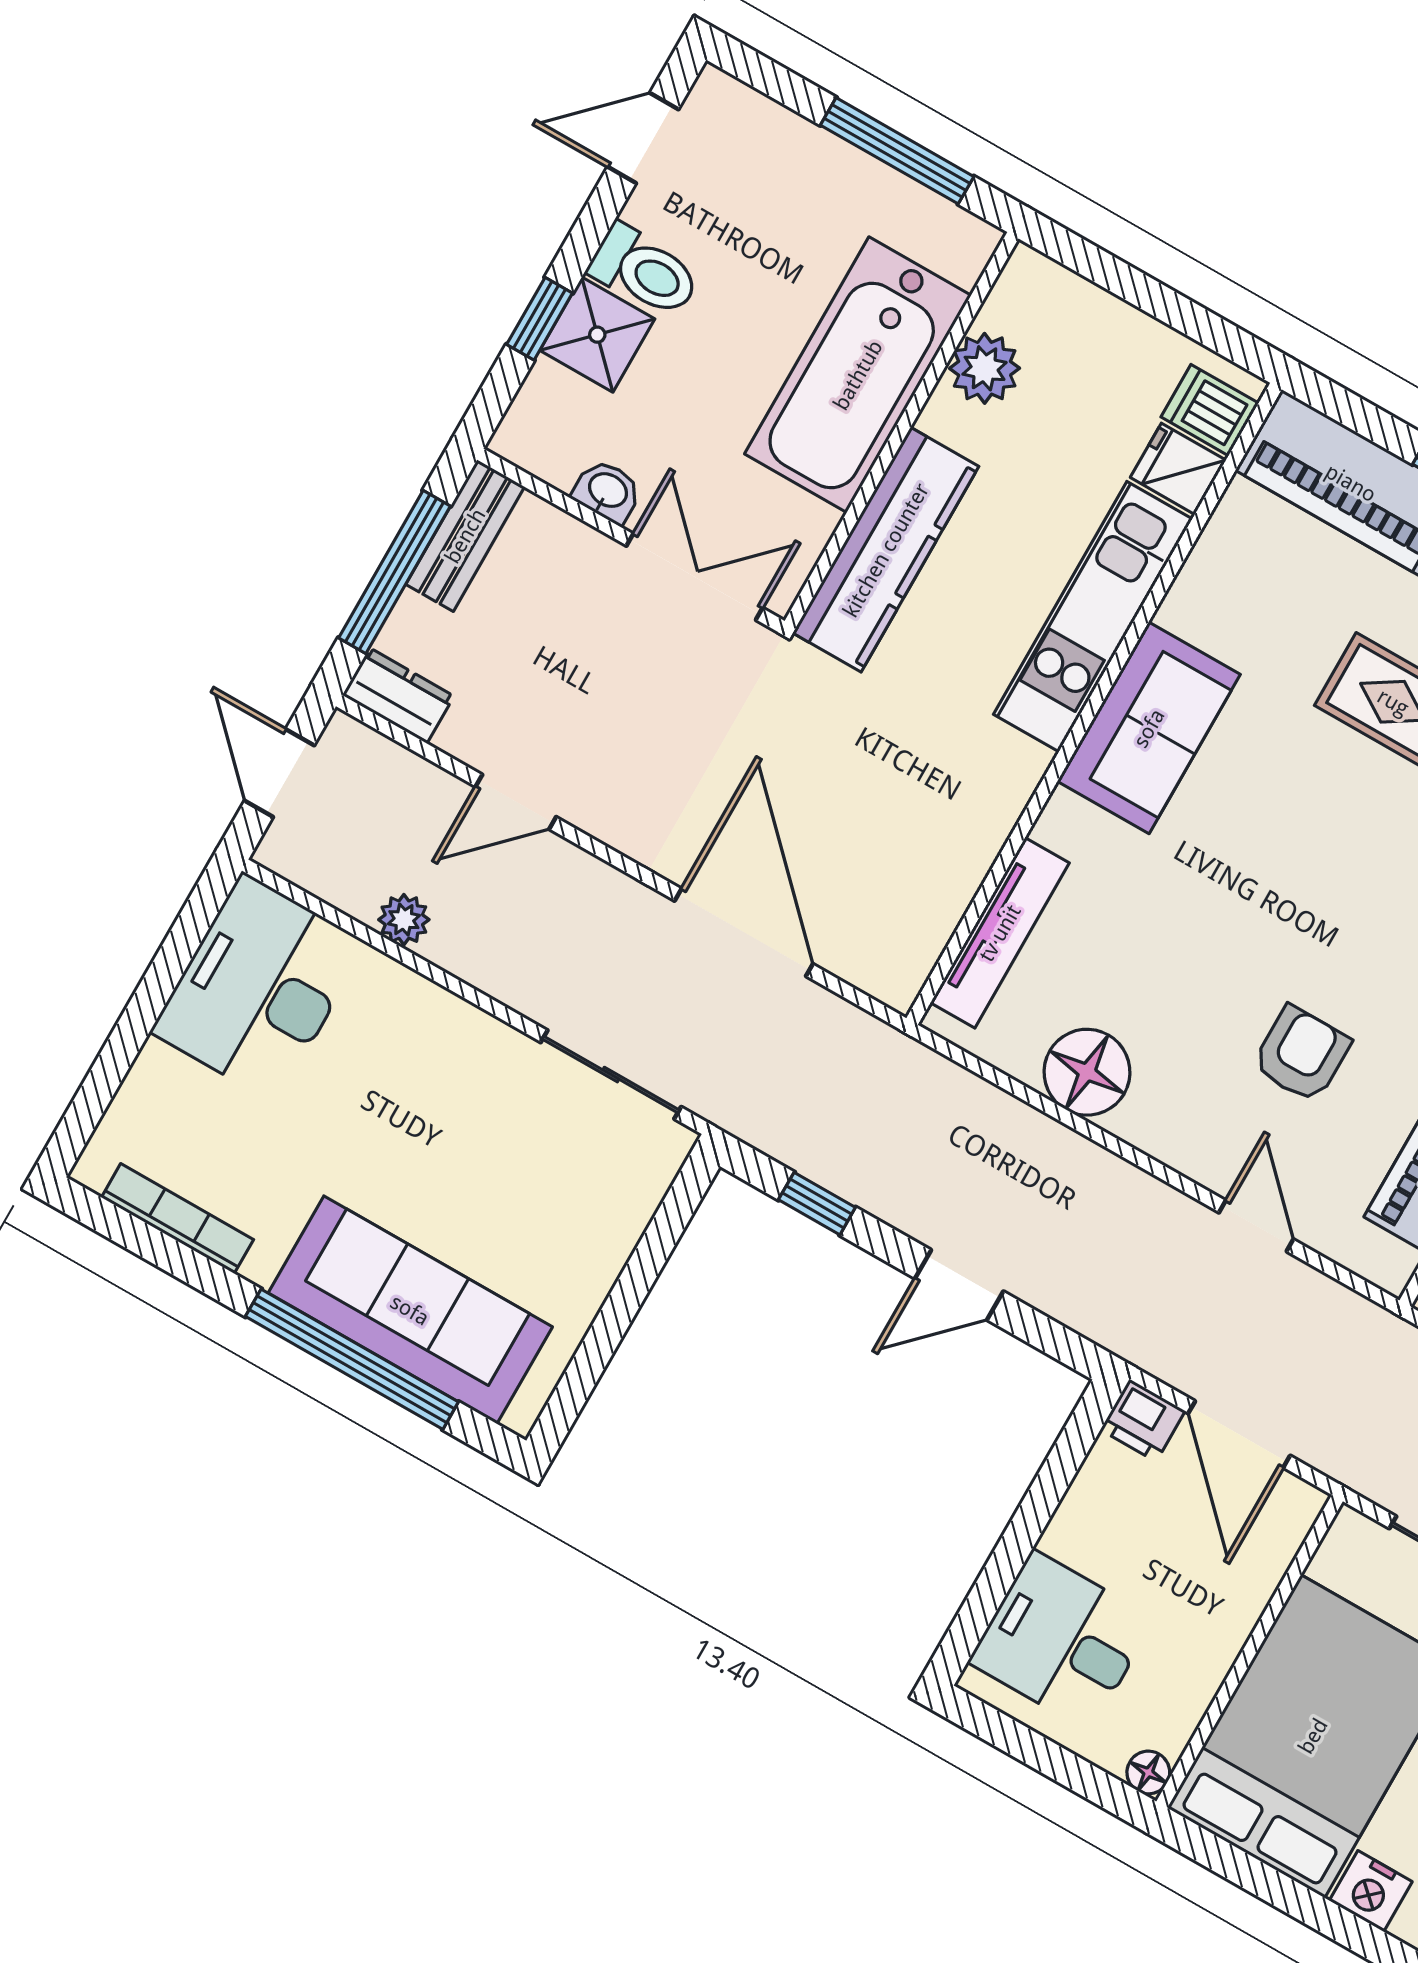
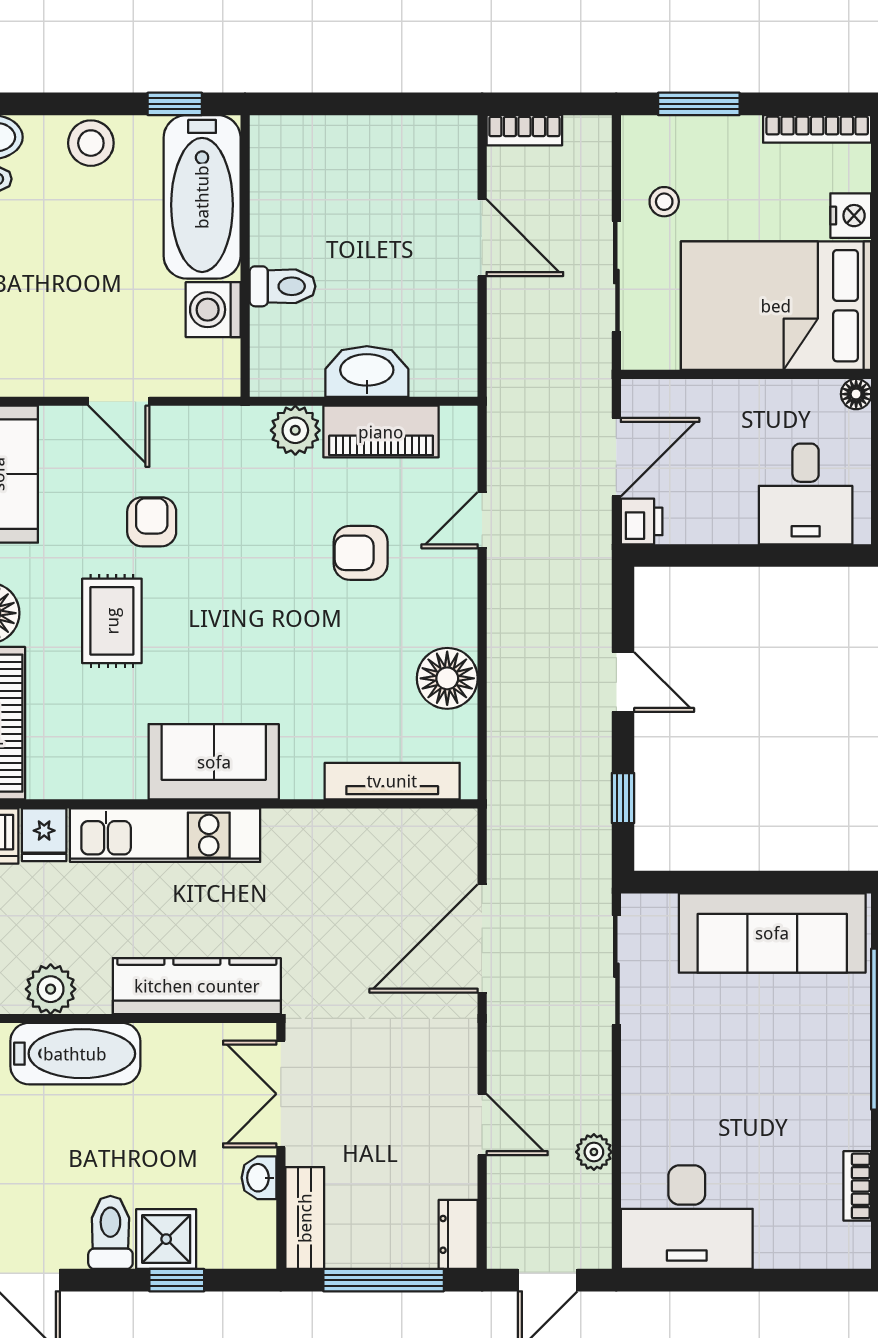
bathtub: (858, 375) -> (75, 1054), width x0.73, depth x0.73
bench: (465, 536) -> (305, 1218), moved, turned 90
bookcase: (177, 1218) -> (857, 1186), width x0.64
sofa: (410, 1310) -> (772, 933), moved, turned -90

